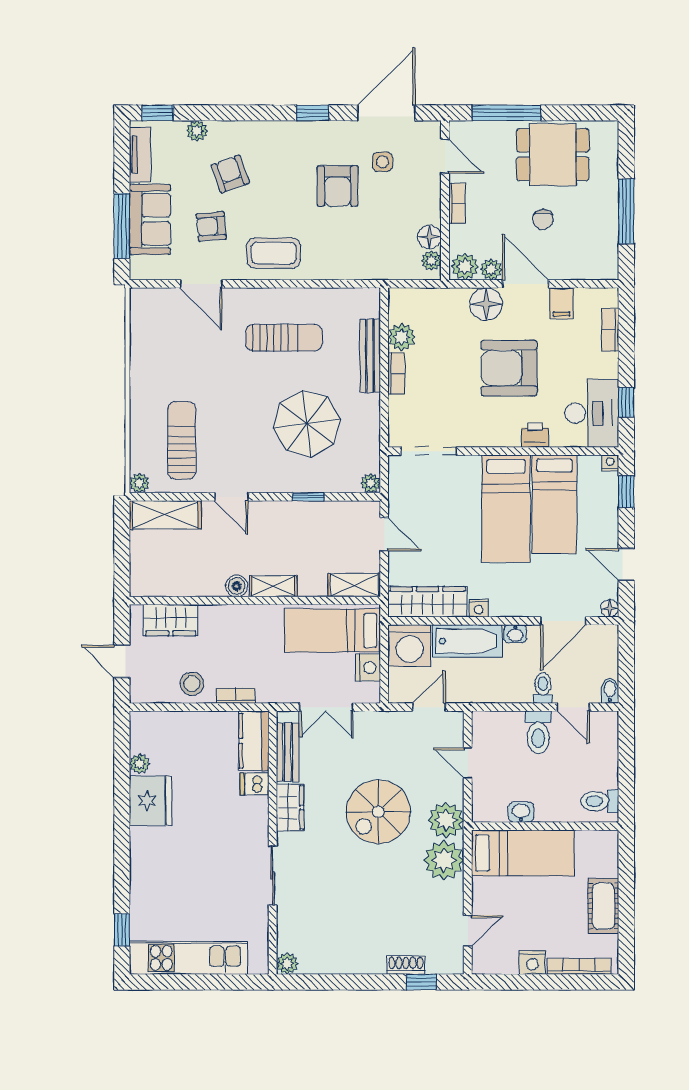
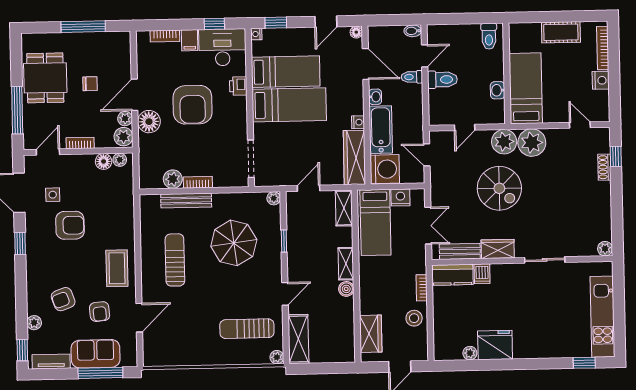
filing cabinet: (561, 303) -> (190, 40), moved, turned 90

